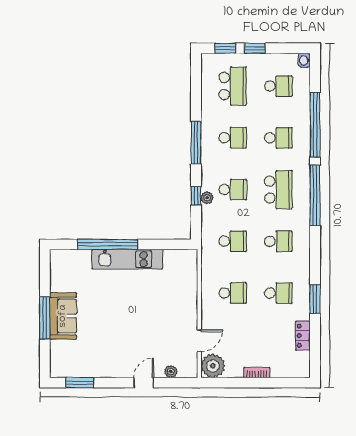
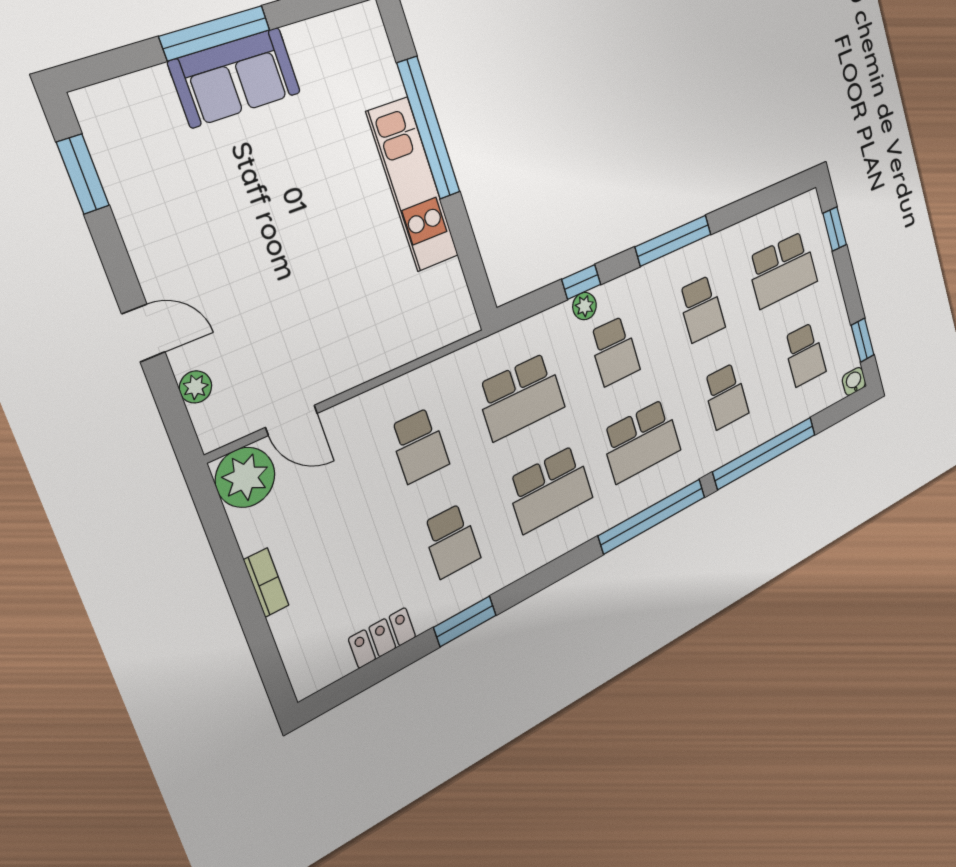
window: (255, 48) -> (863, 340), moved
school desk: (233, 241) -> (521, 396), width x1.85
school desk: (278, 241) -> (550, 489), width x1.85

